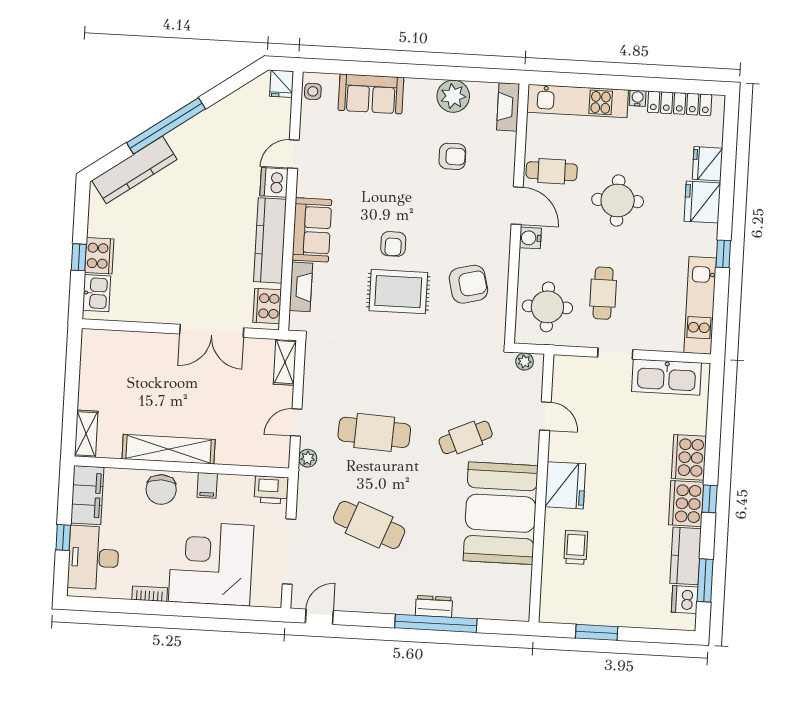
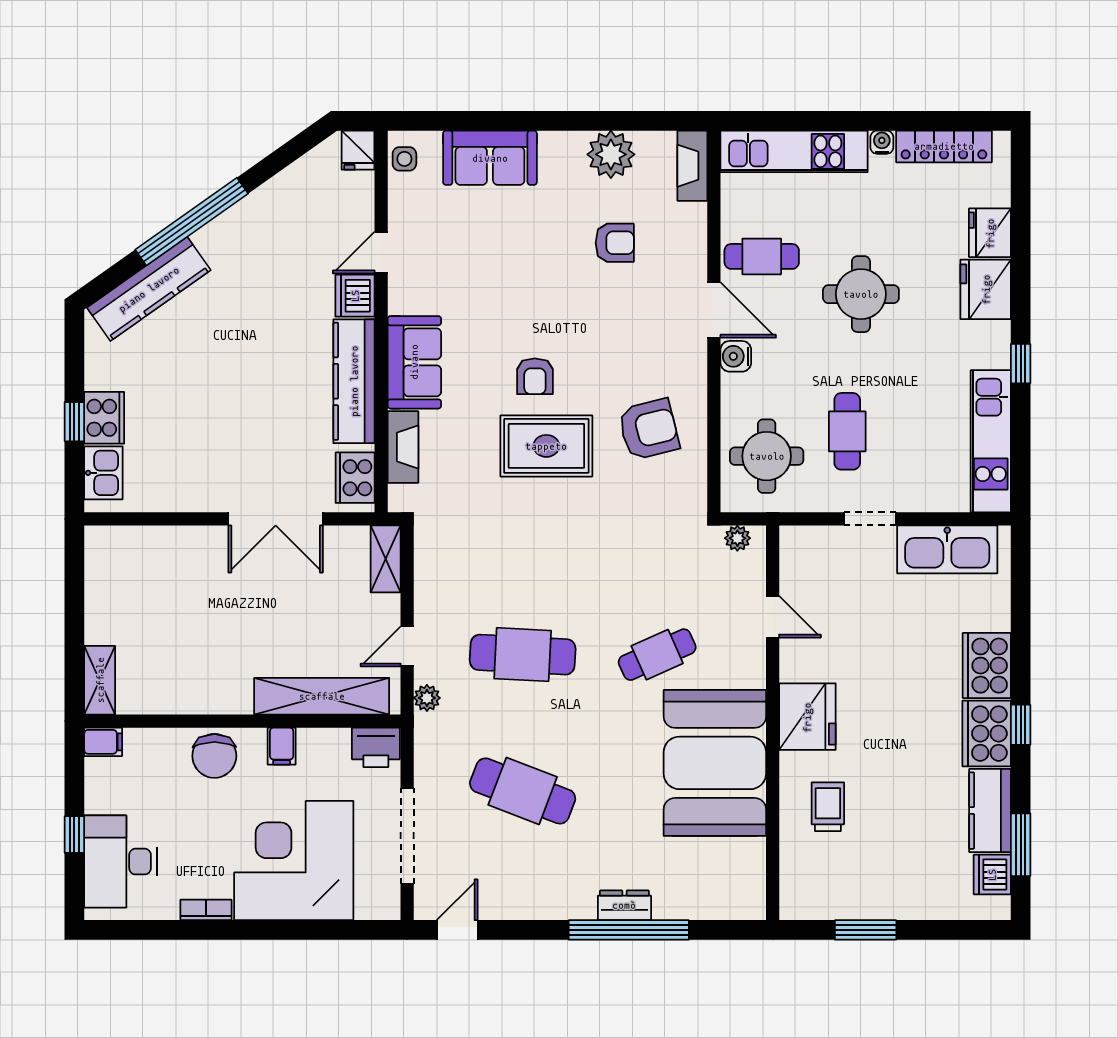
shelving: (169, 449) -> (322, 696), moved
filing cabinet: (87, 495) -> (103, 742), width x0.33, depth x0.86

